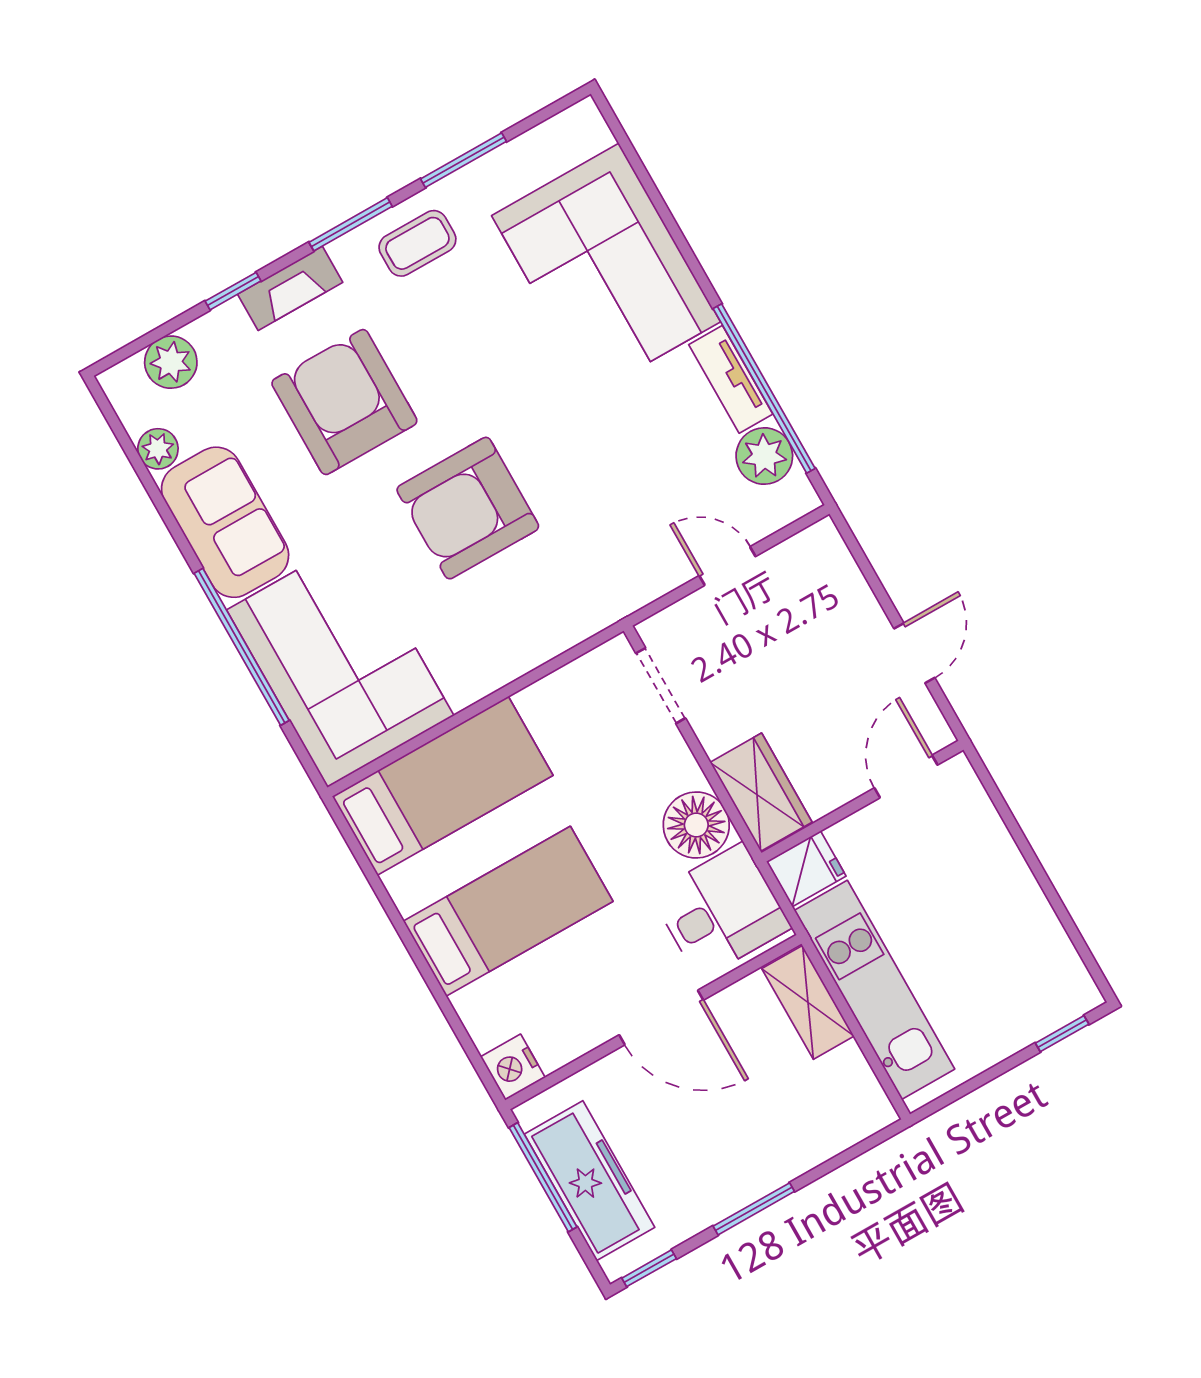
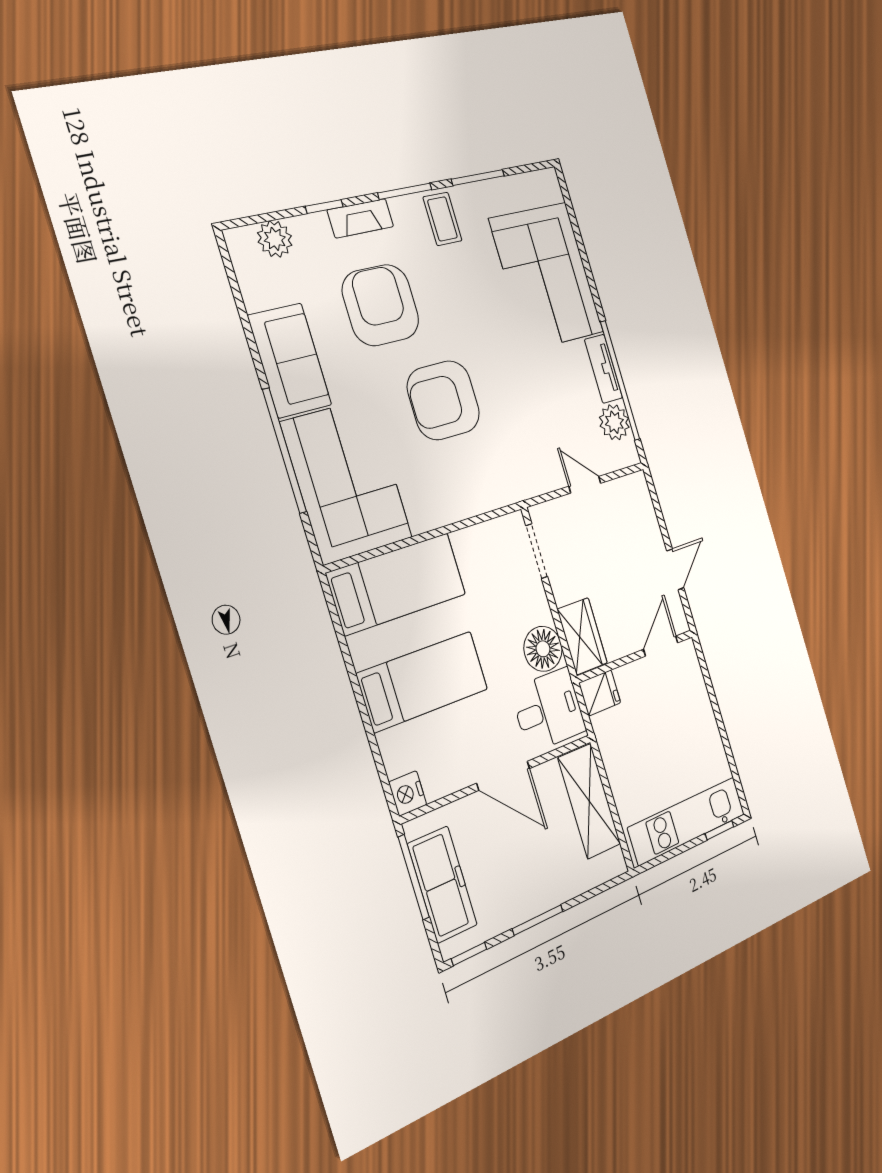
coffee table: (417, 243) -> (442, 219), turned 90
plant: (158, 449) -> (255, 295), removed
kitchen unit: (874, 990) -> (687, 821), moved, turned -90
shelving: (808, 1002) -> (589, 801), width x1.50, depth x1.33

